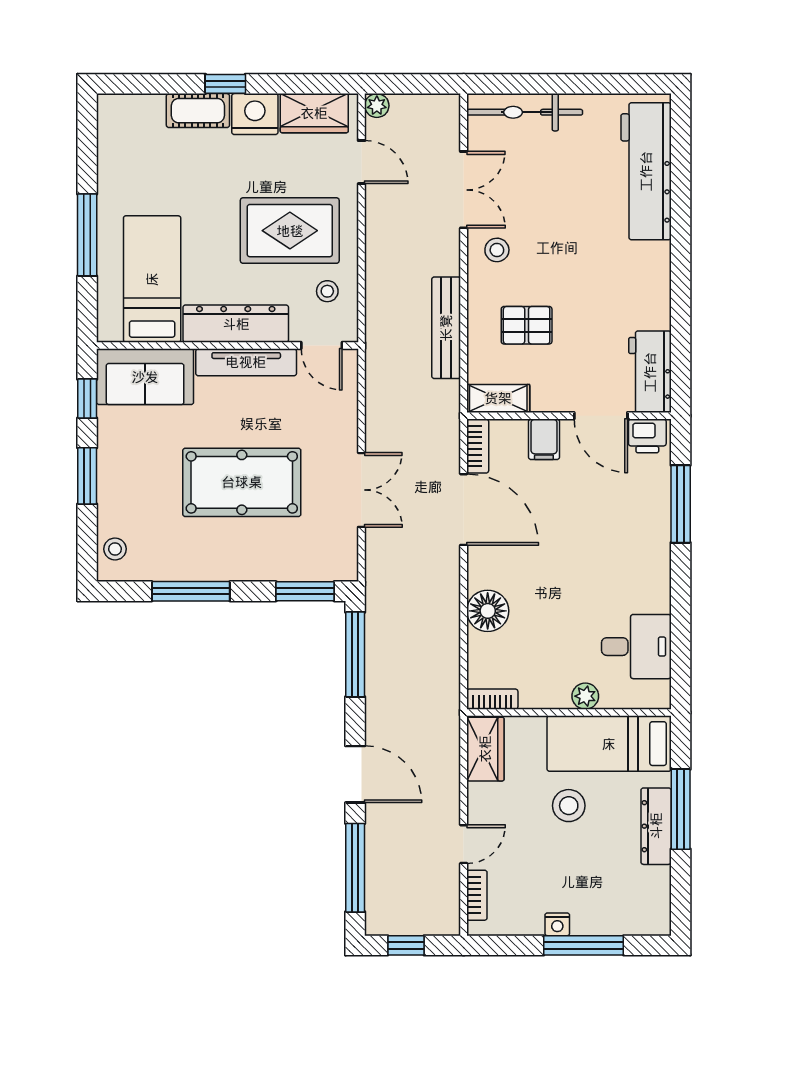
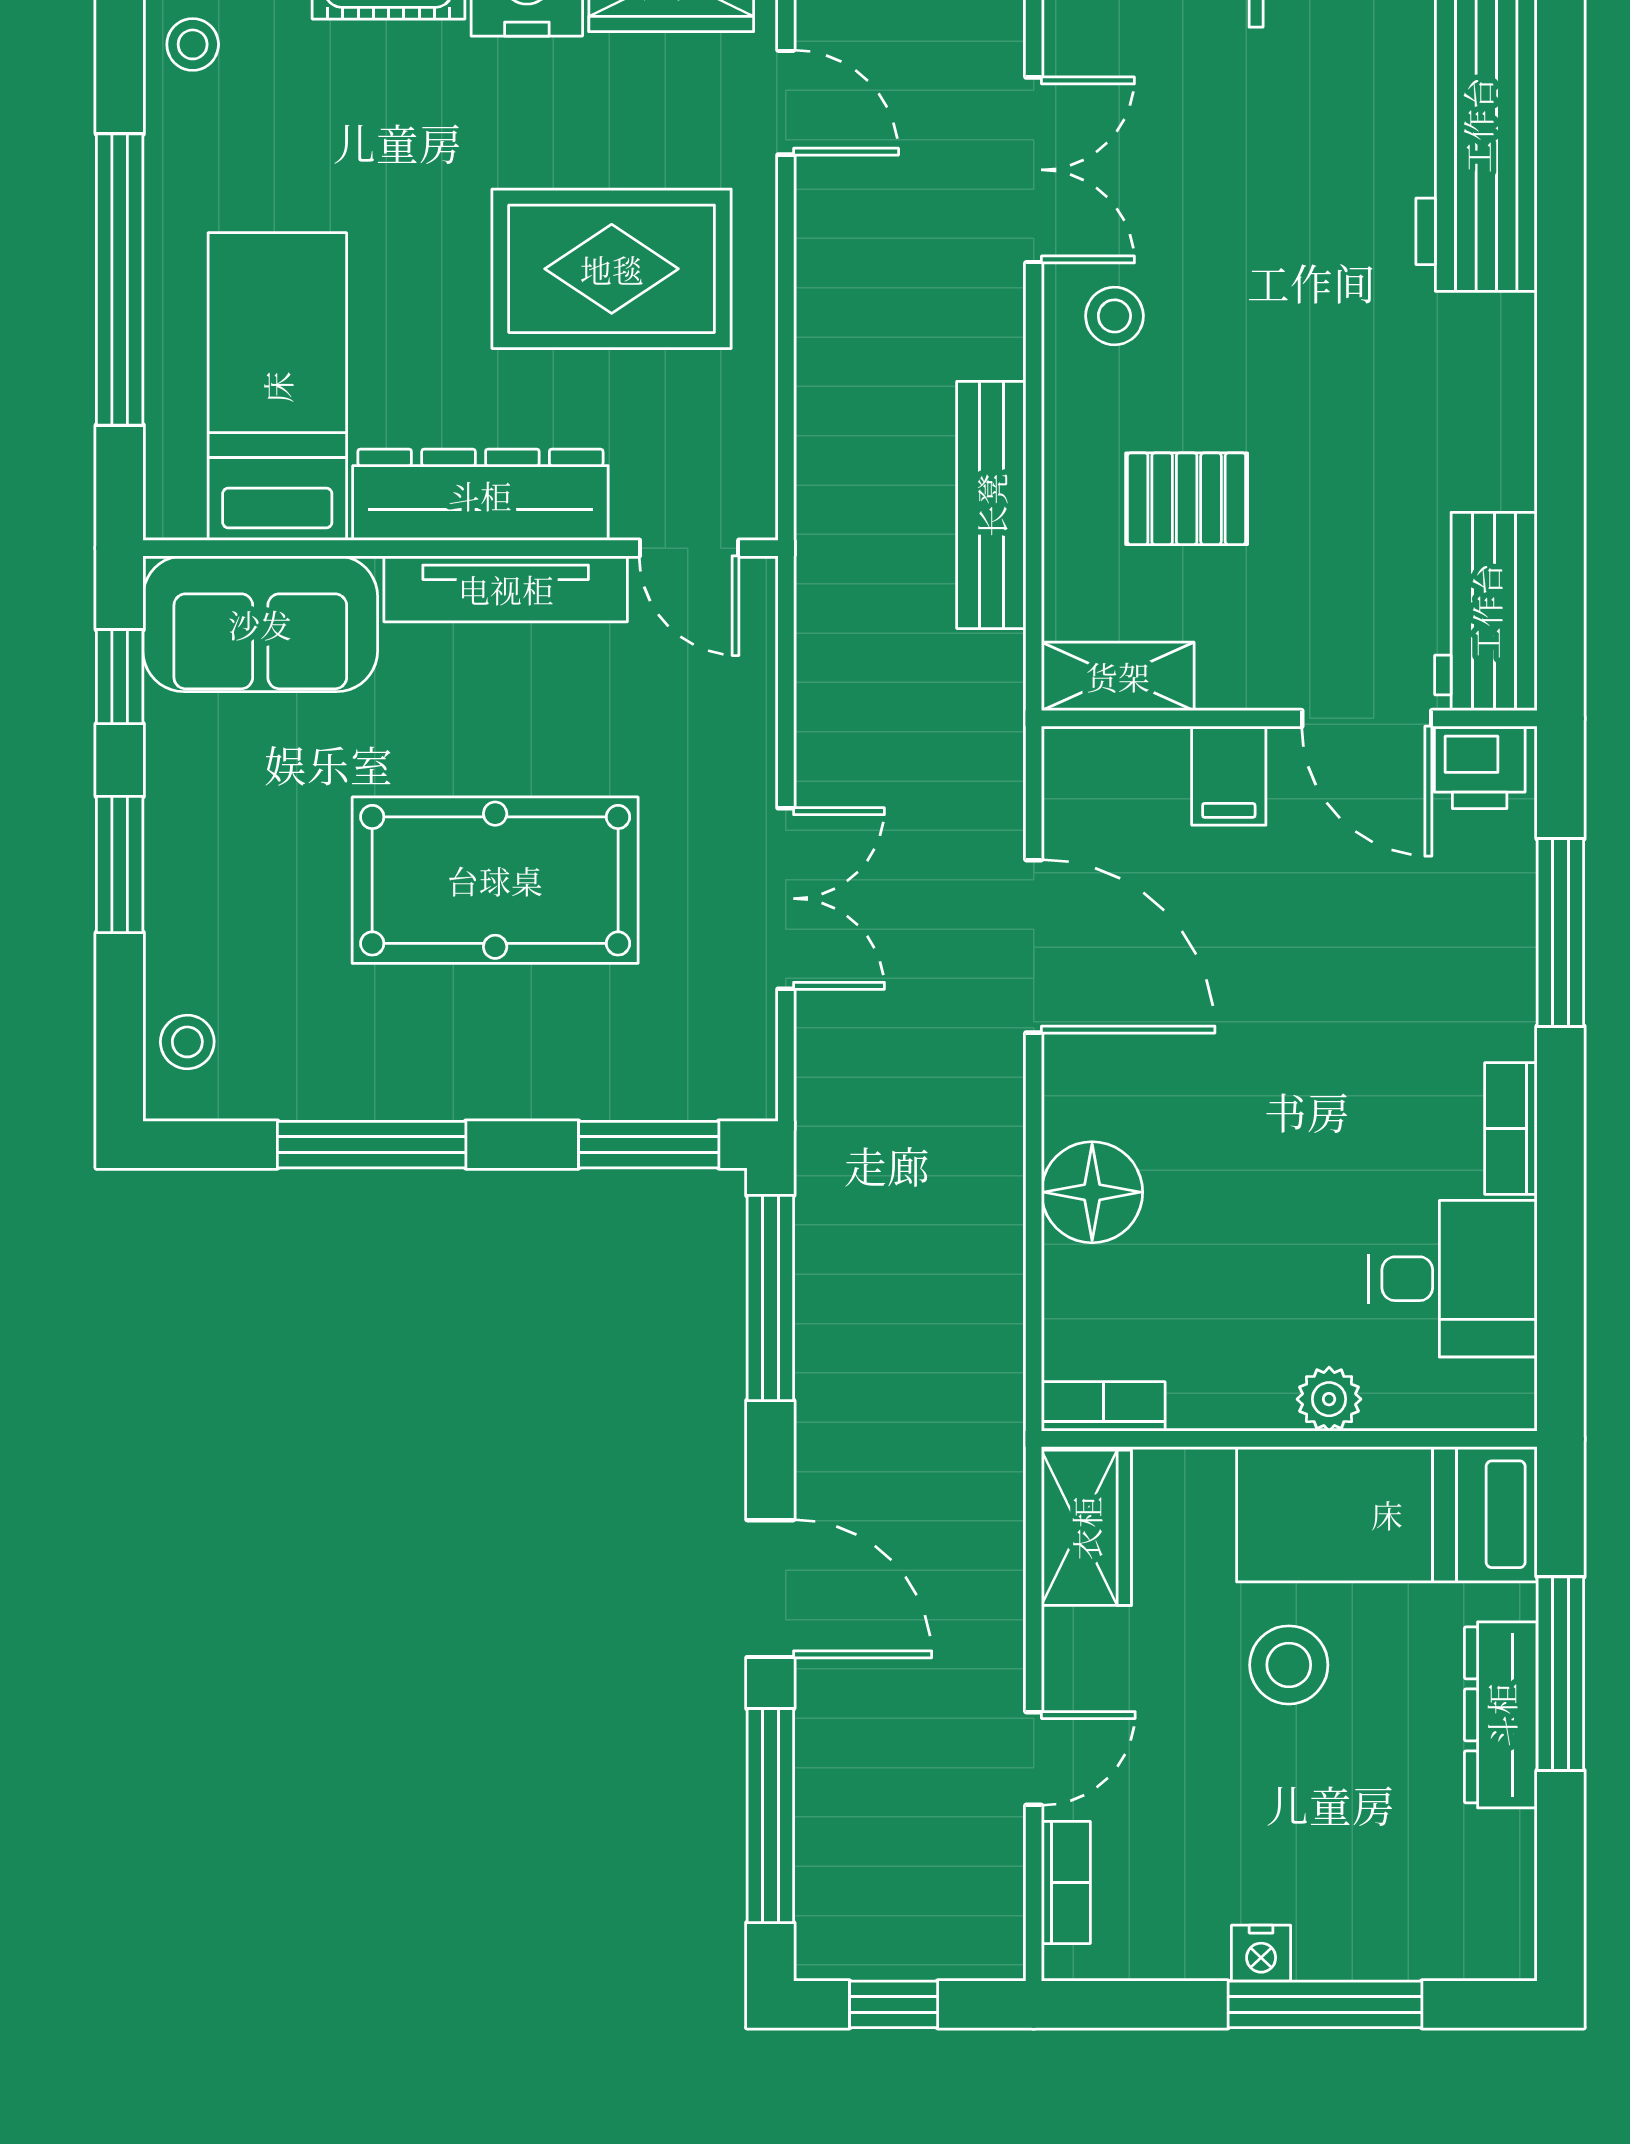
window: (87, 235) -> (120, 280), width x1.46
stool: (327, 291) -> (193, 44), moved
bookcase: (478, 446) -> (1511, 1128), moved, turned 180

